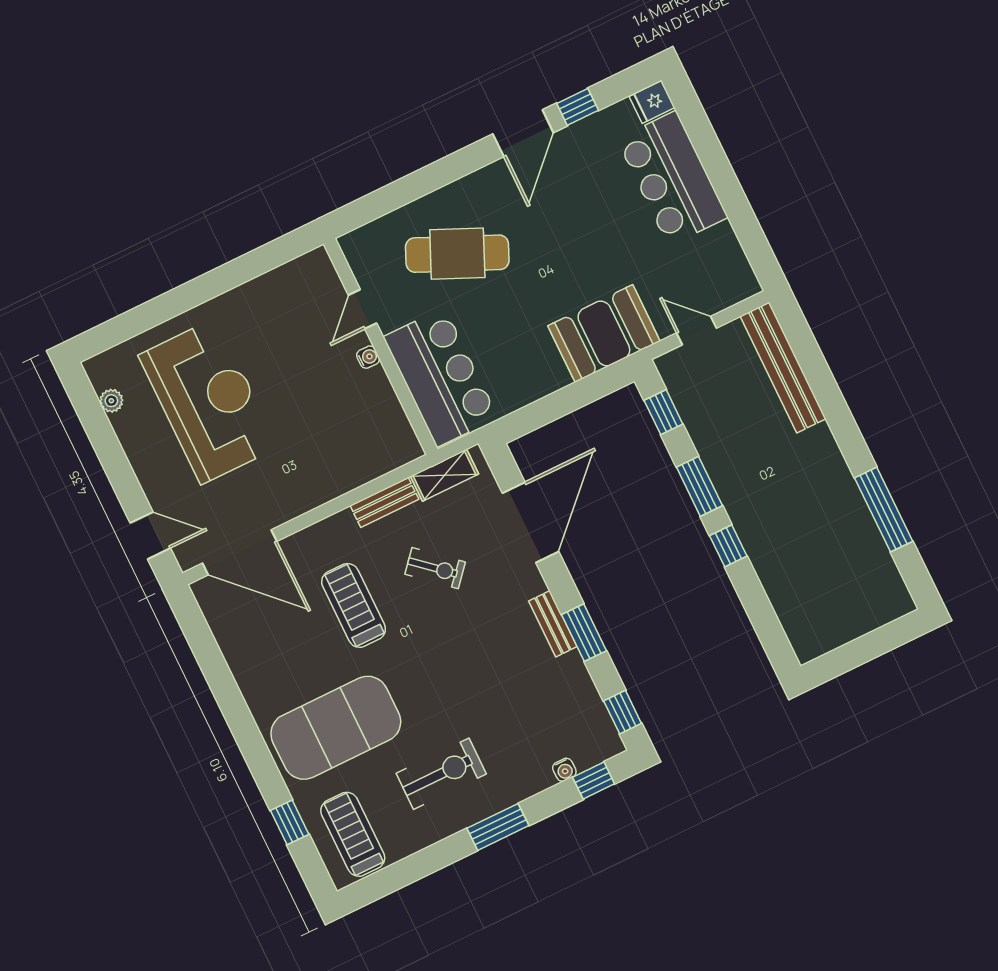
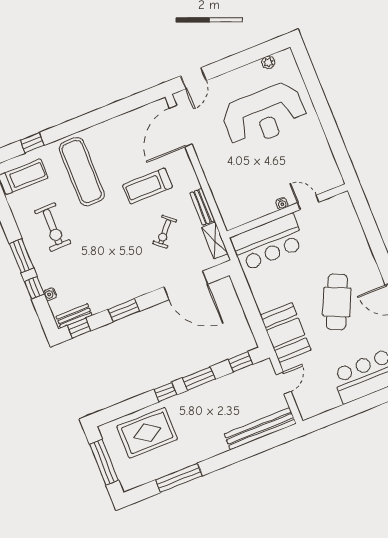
cafe table: (457, 254) -> (337, 302), moved
rug: (805, 574) -> (147, 433), added
treadmill: (354, 605) -> (148, 186), turned 180
bench: (553, 624) -> (74, 316), moved
window: (865, 649) -> (104, 462), added
exercise mat: (336, 728) -> (82, 172), width x0.68
window: (594, 781) -> (34, 288), moved

